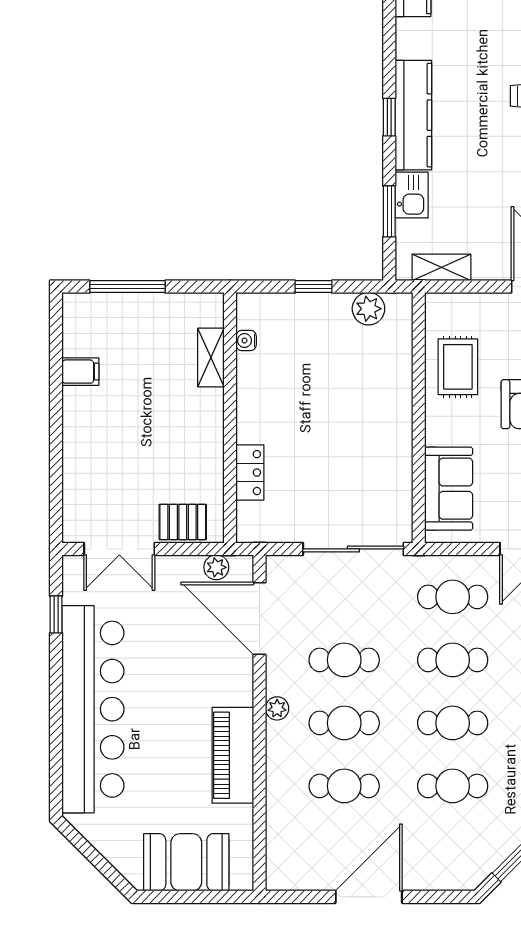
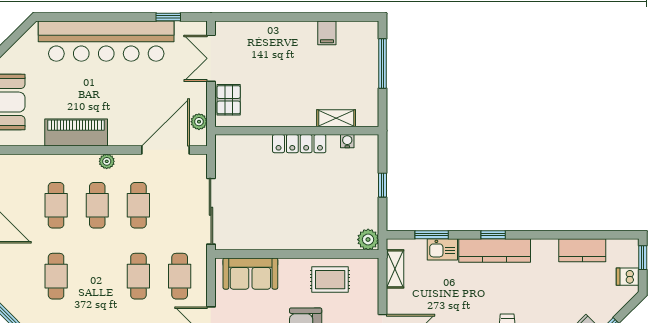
plant: (368, 309) -> (368, 240), moved
locker: (250, 473) -> (299, 144), moved, width x1.53
cafe table: (453, 723) -> (97, 276), removed

